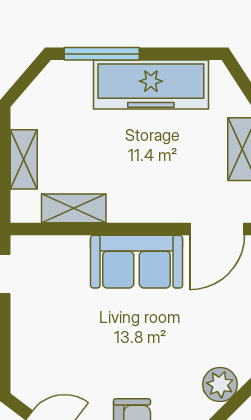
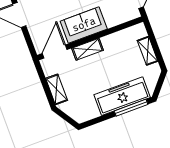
freezer: (151, 85) -> (122, 96), moved
shelving: (74, 208) -> (88, 49), moved

